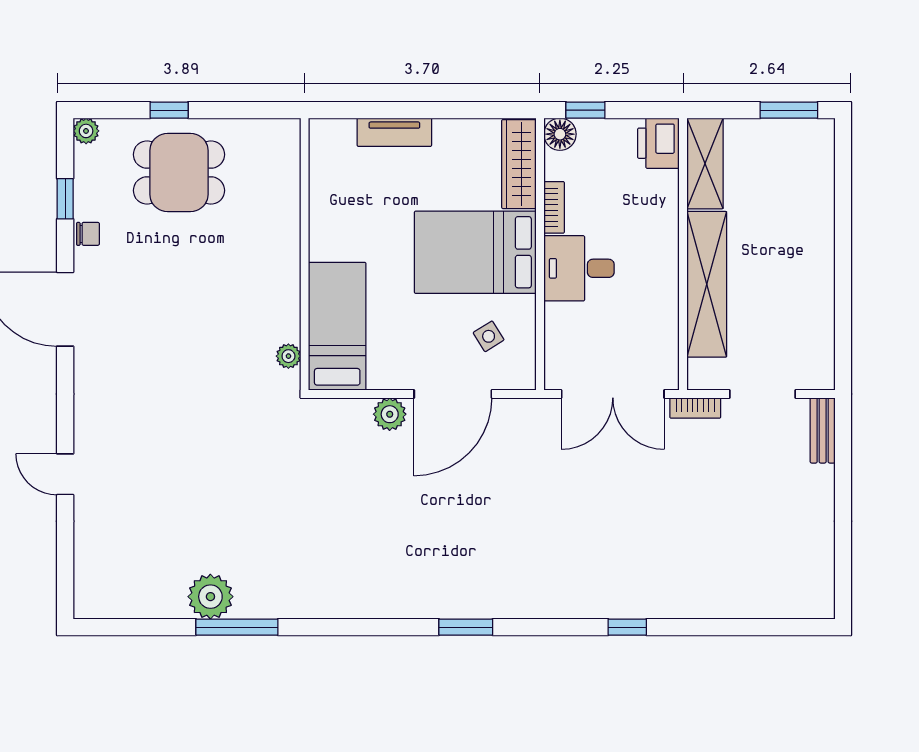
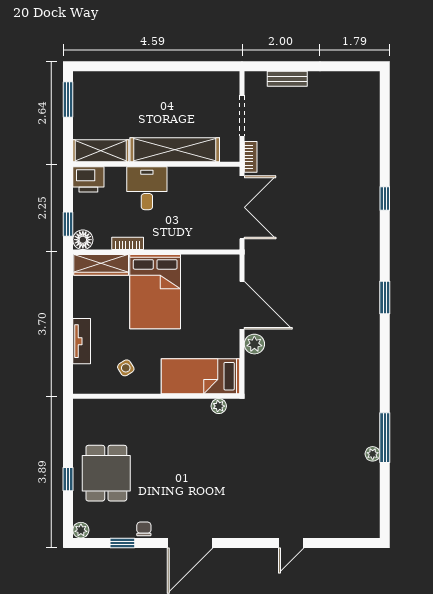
desk: (579, 268) -> (147, 188), moved, turned 180
side table: (489, 336) -> (126, 368), moved
bench: (823, 430) -> (287, 79), moved
plant: (210, 597) -> (373, 454), width x0.53, depth x0.53

